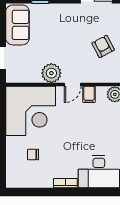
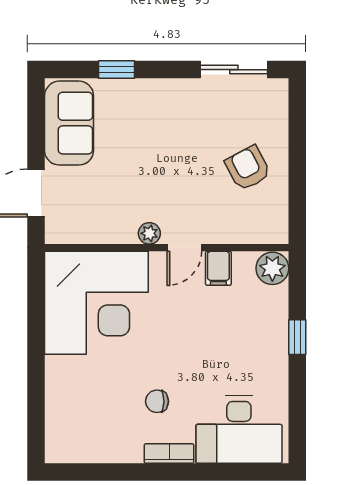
plant: (51, 73) -> (149, 233), width x0.53, depth x0.53
chair: (33, 155) -> (157, 401), moved

